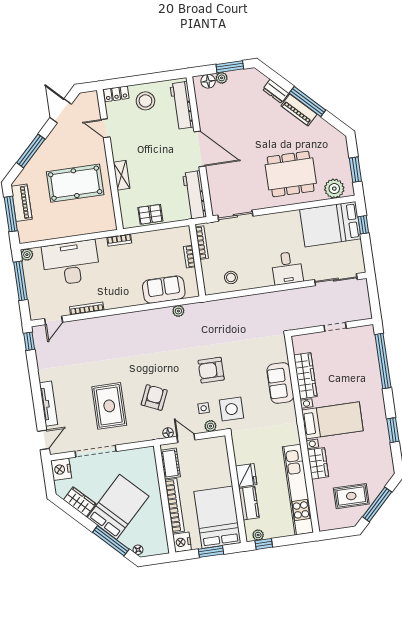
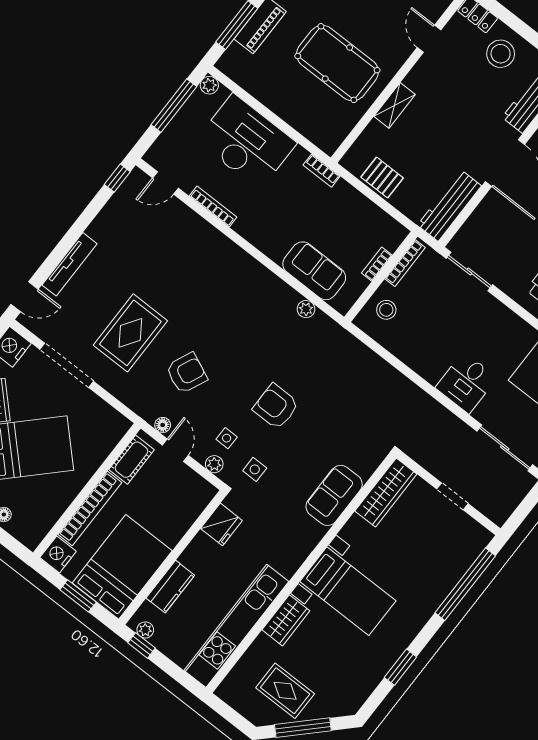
stool: (231, 277) -> (386, 310), moved
wardrobe: (305, 376) -> (386, 493), moved
side table: (232, 409) -> (255, 469), width x0.54, depth x0.54
fridge: (246, 475) -> (221, 524), moved

